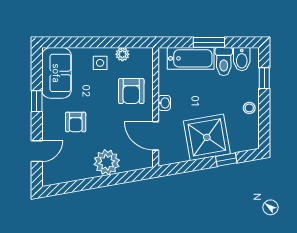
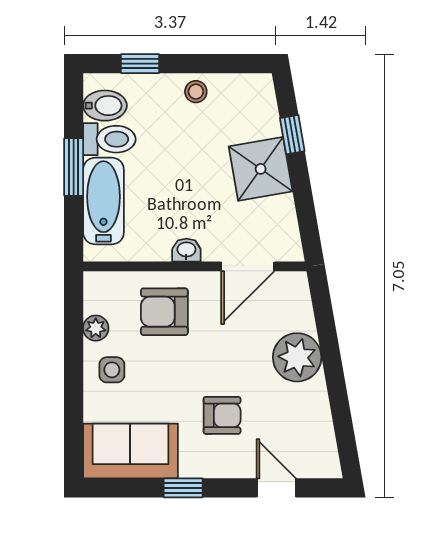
armchair: (131, 91) -> (164, 312), turned 180
shower: (207, 137) -> (261, 169), width x0.73, depth x0.73

